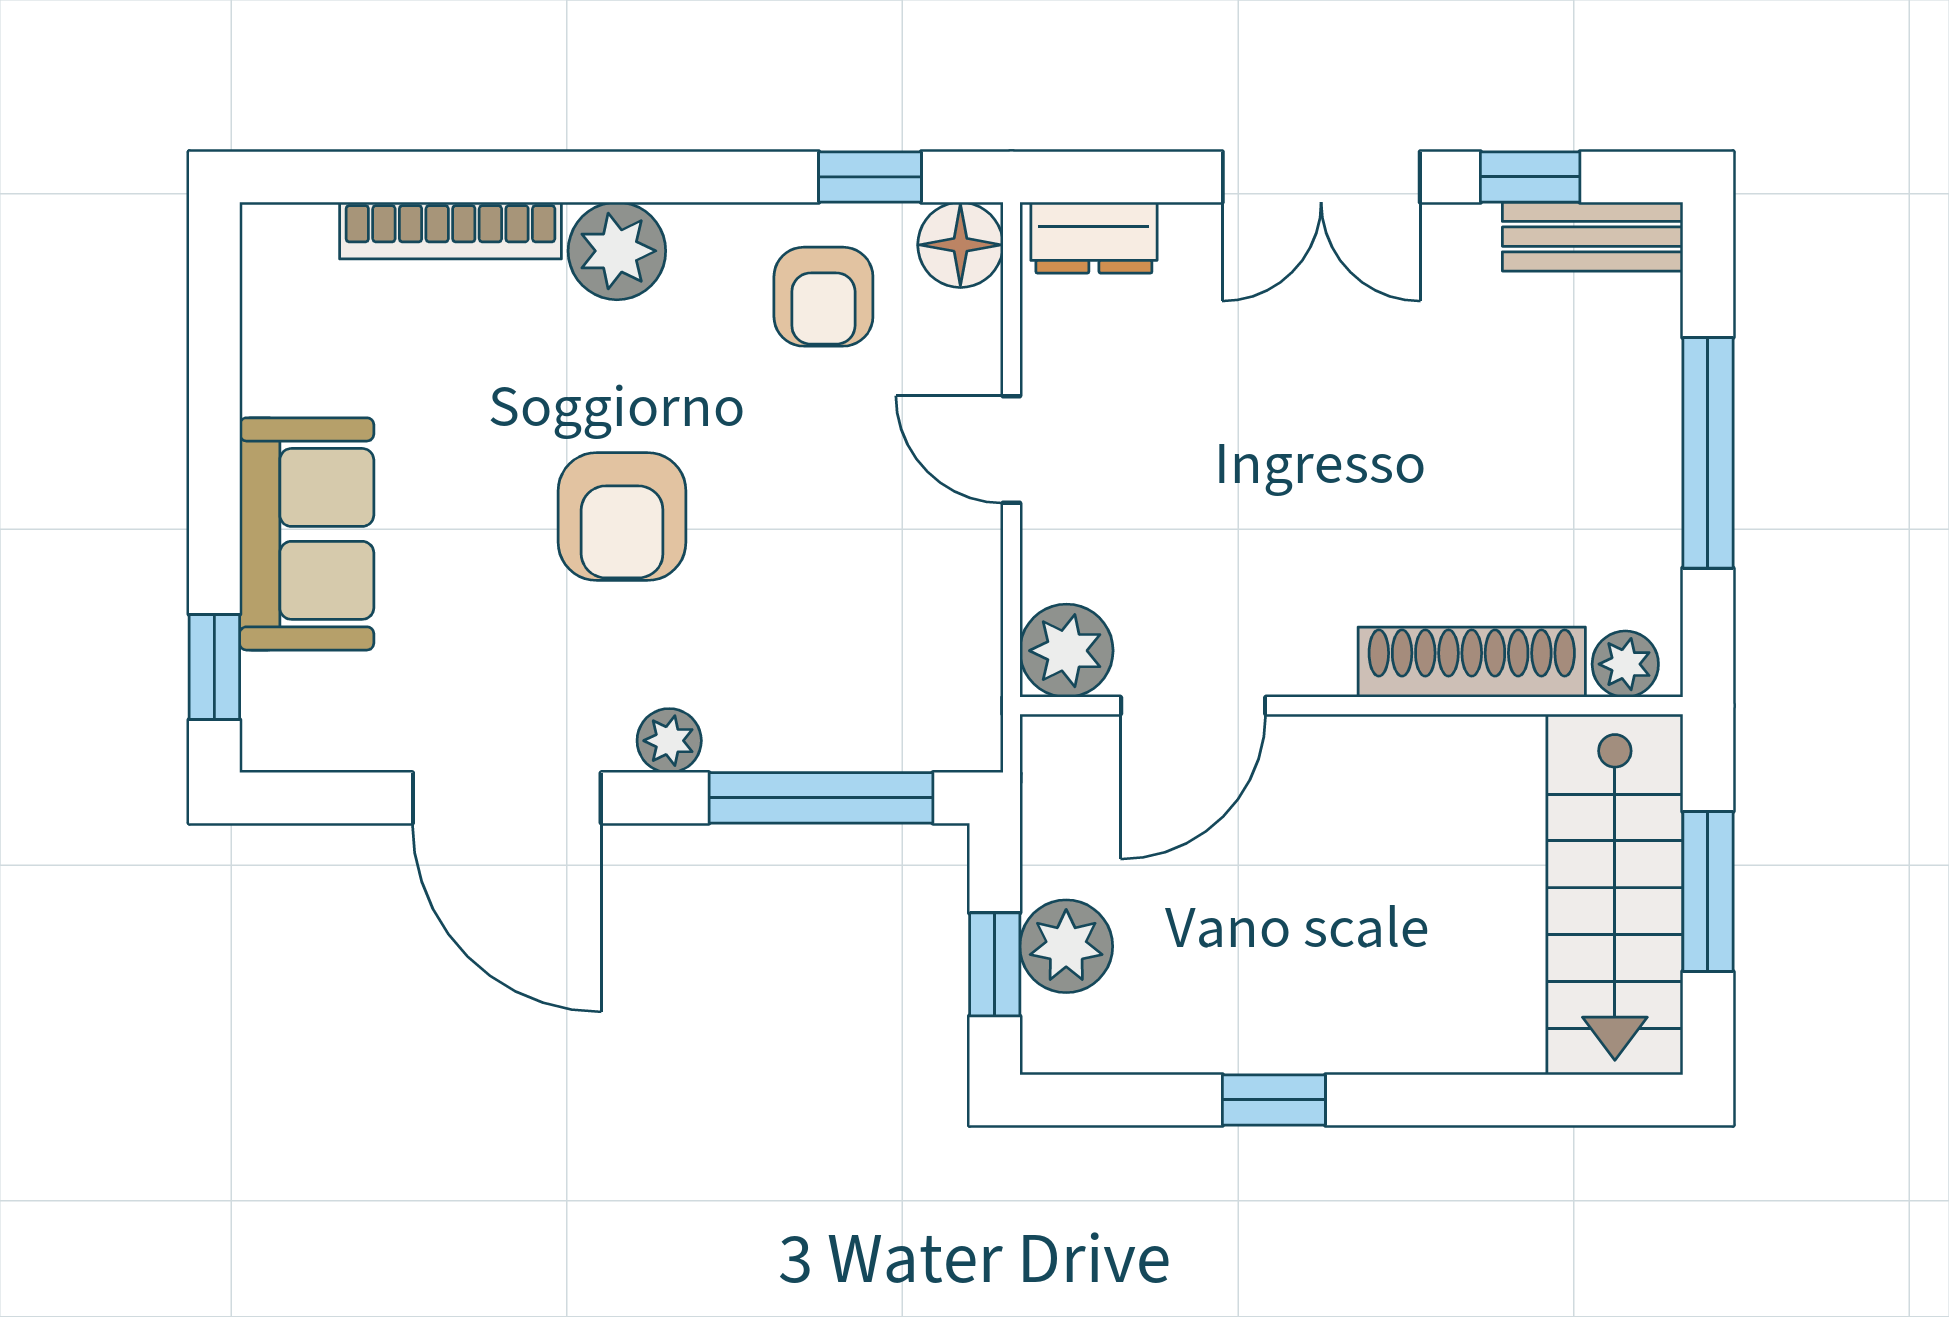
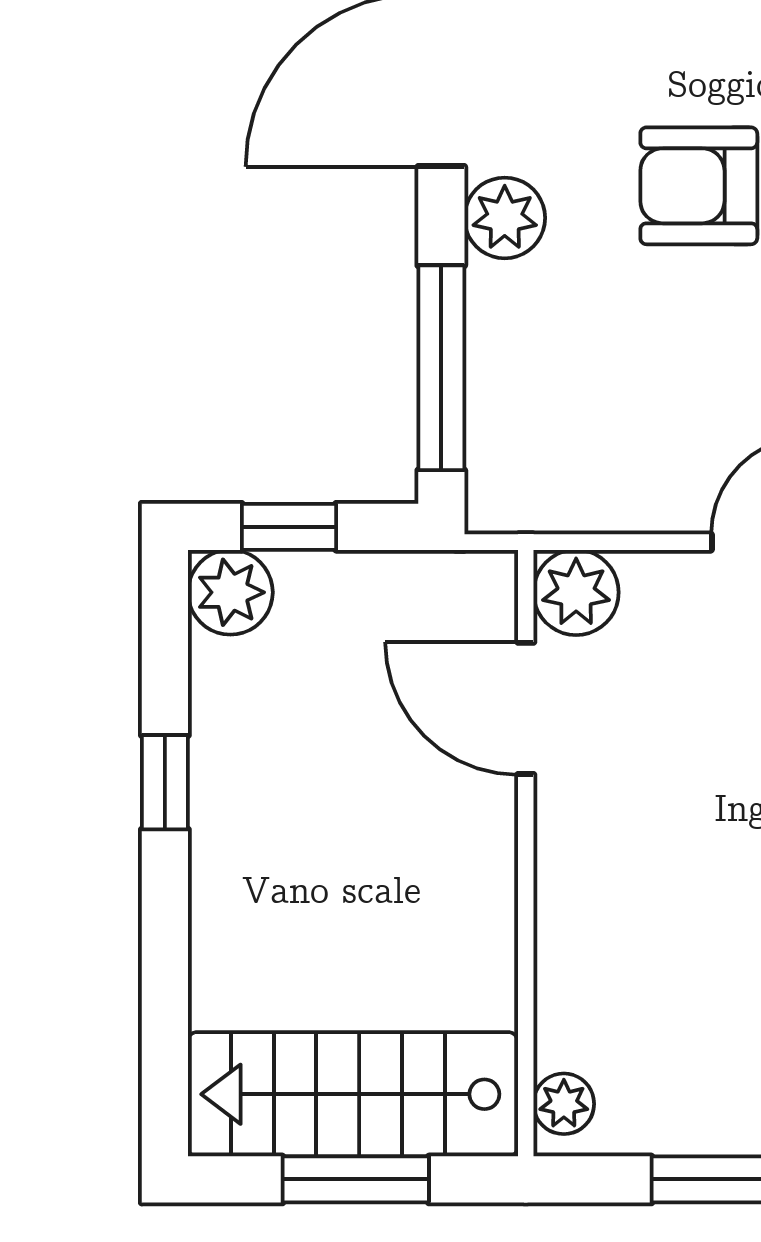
shoe rack: (1472, 662) -> (566, 963), removed
plant: (669, 741) -> (505, 218), width x1.38, depth x1.38
plant: (1066, 946) -> (230, 592), moved

